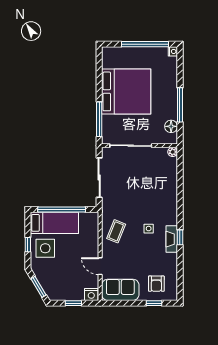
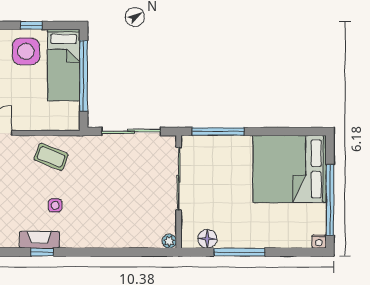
bed: (126, 91) -> (290, 169), moved, turned 90

